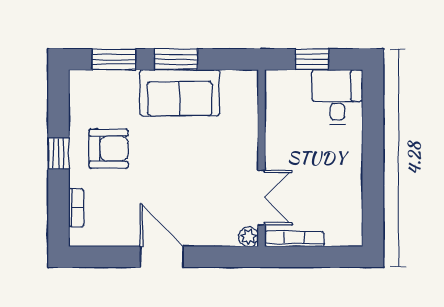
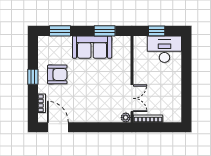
window: (176, 59) -> (105, 31), moved
desk: (337, 97) -> (164, 49), width x1.37
door: (162, 257) -> (58, 127), moved

